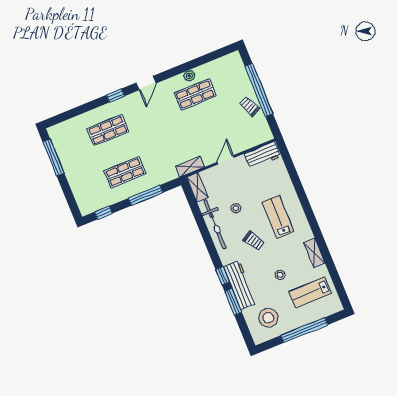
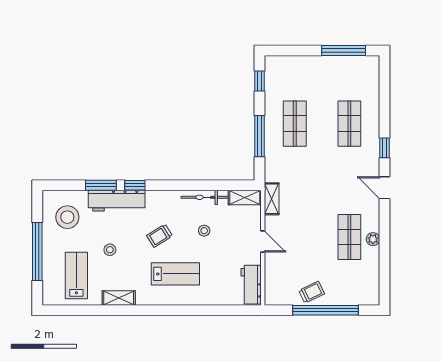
bicycle: (215, 224) -> (204, 197), width x0.73, depth x0.71

